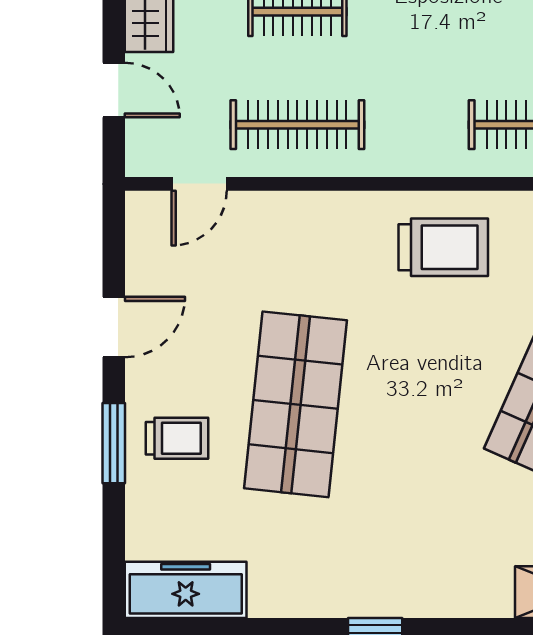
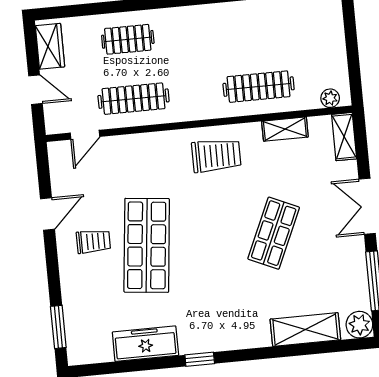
trolley: (177, 438) -> (93, 241), moved
window: (114, 443) -> (58, 327), moved
freezer: (186, 590) -> (145, 344), moved

